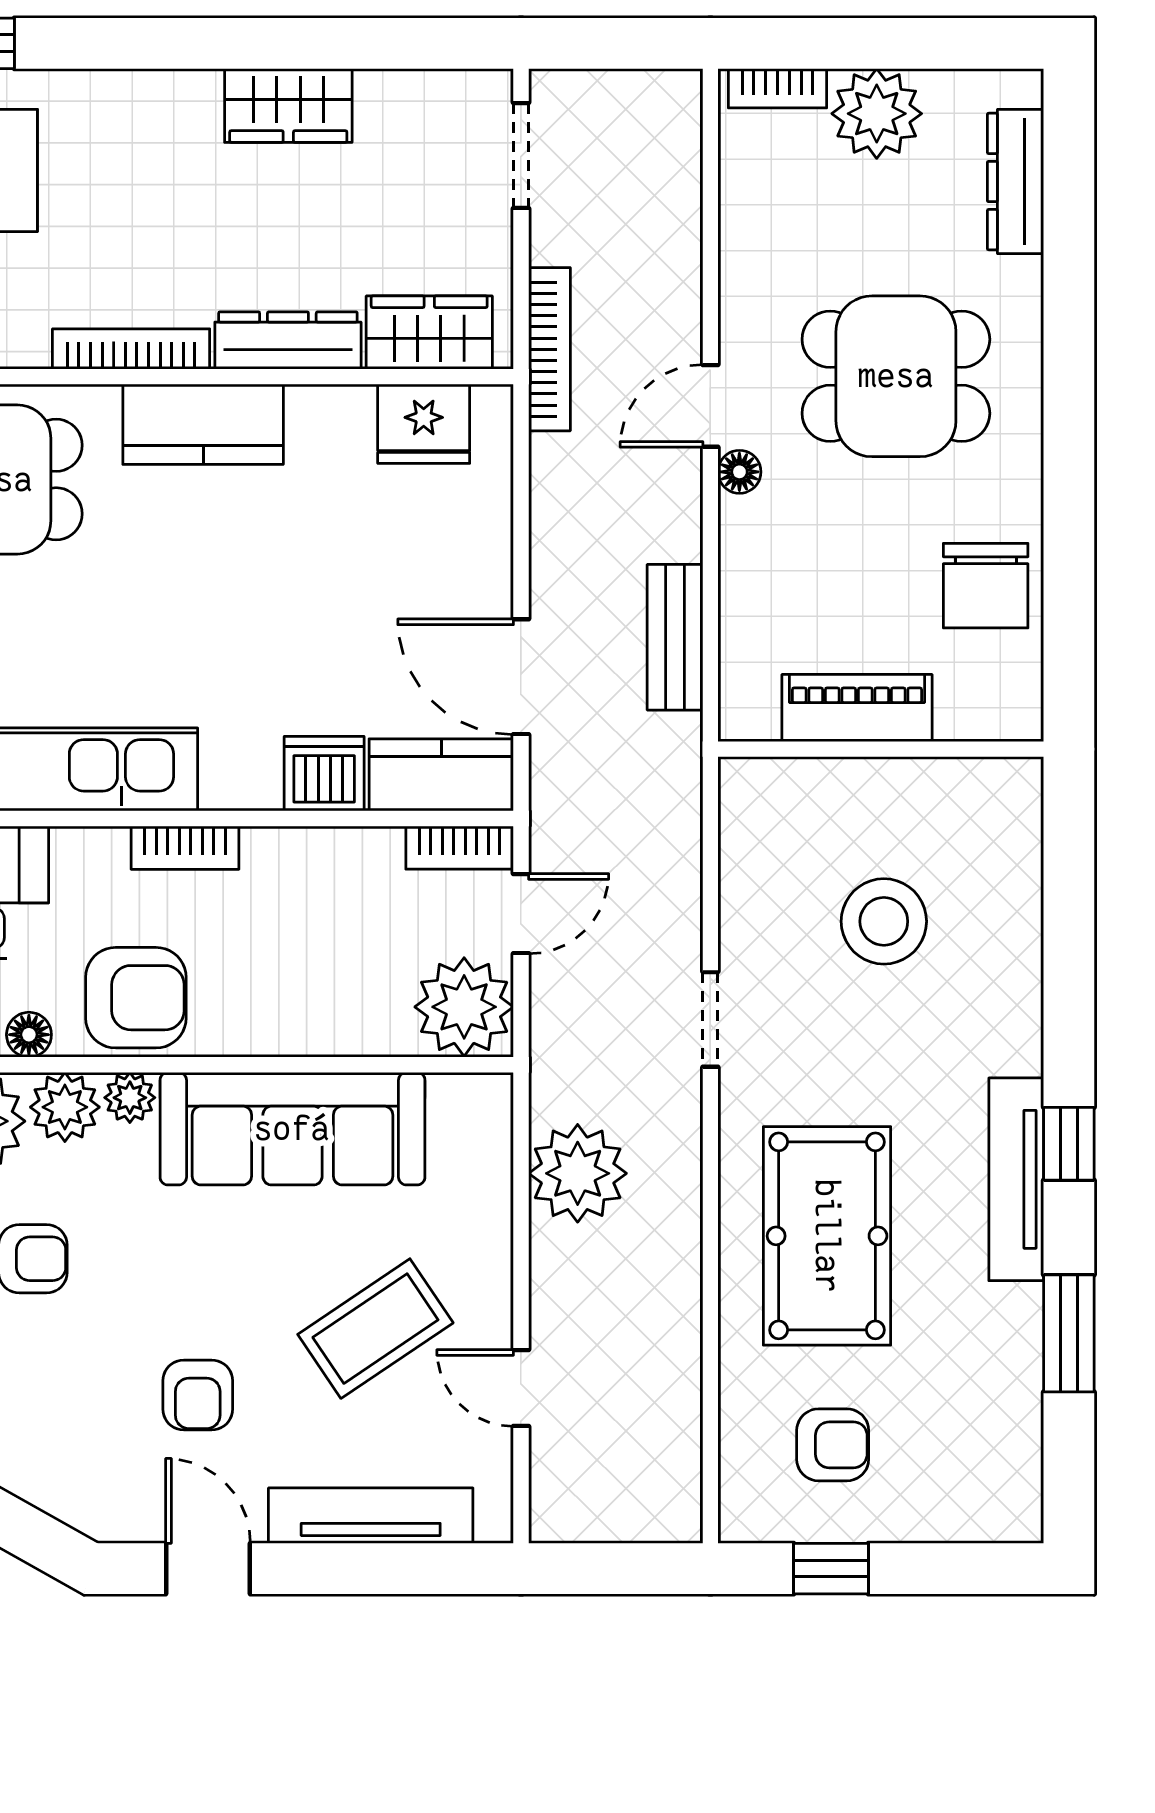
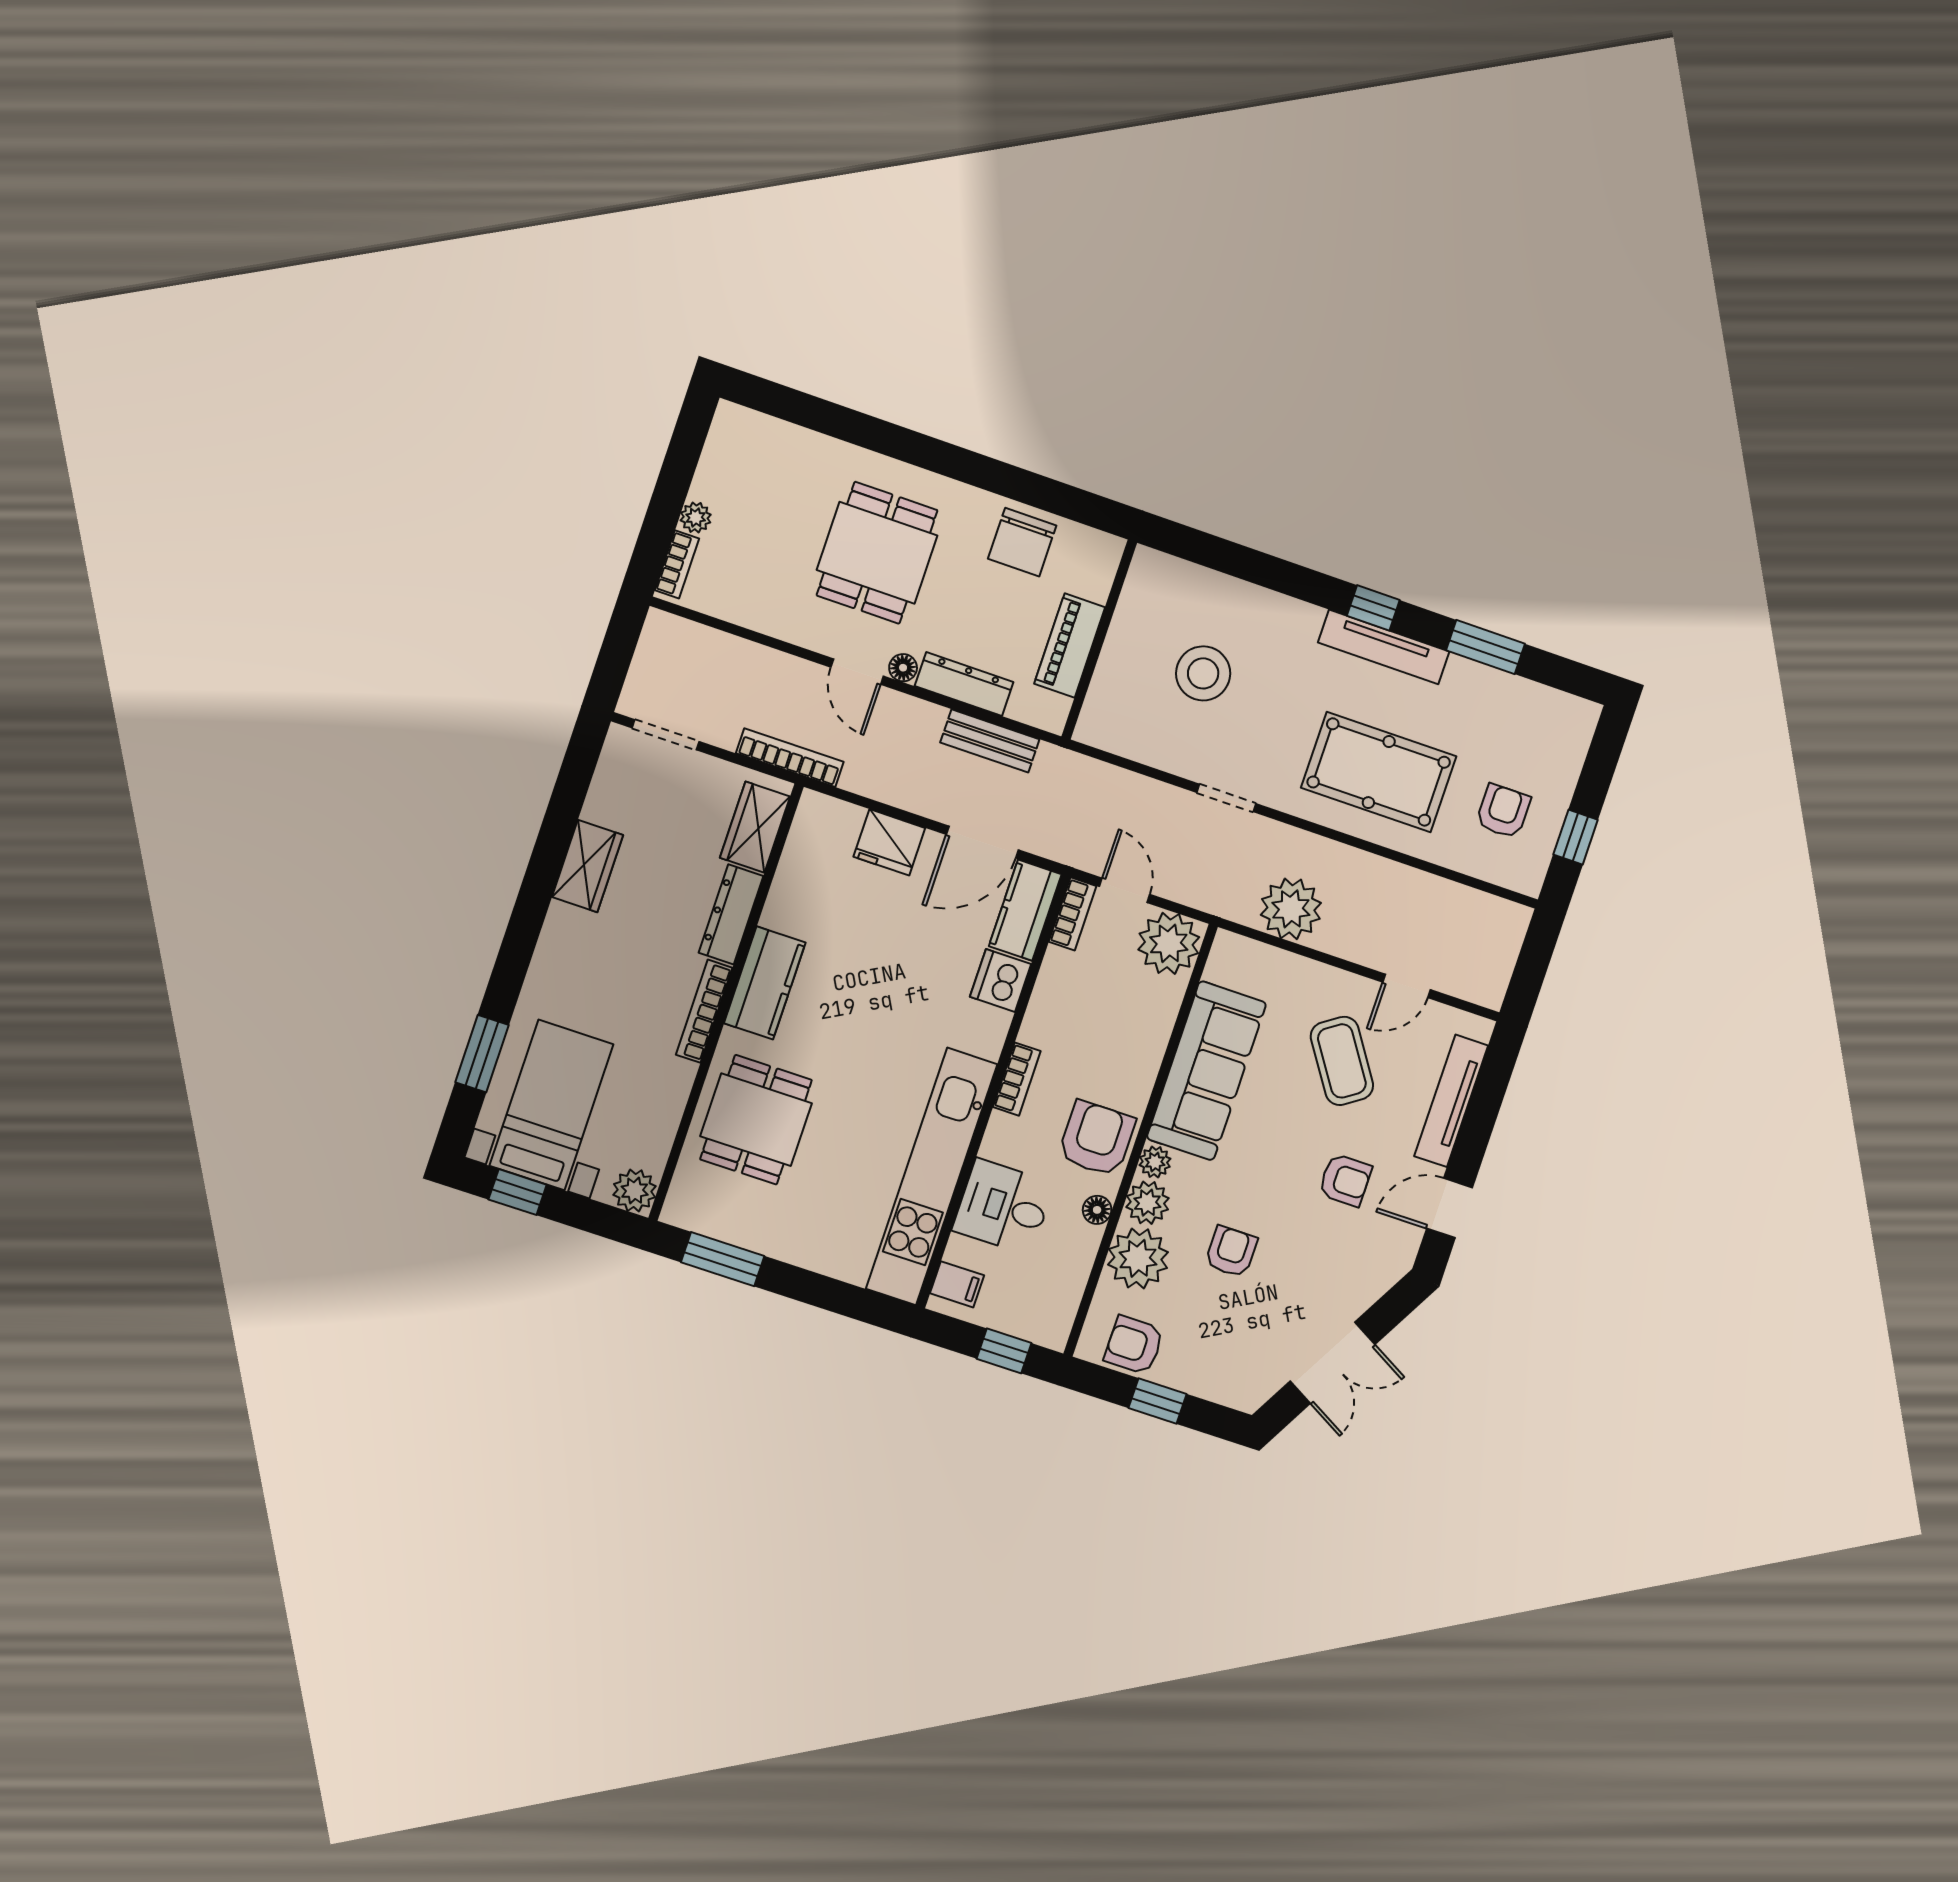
plant: (877, 114) -> (696, 517), width x0.53, depth x0.53
dresser: (1015, 182) -> (964, 684), moved, turned 180
fridge: (424, 424) -> (889, 842), moved, turned 90
chair: (986, 586) -> (1022, 542), turned 90

